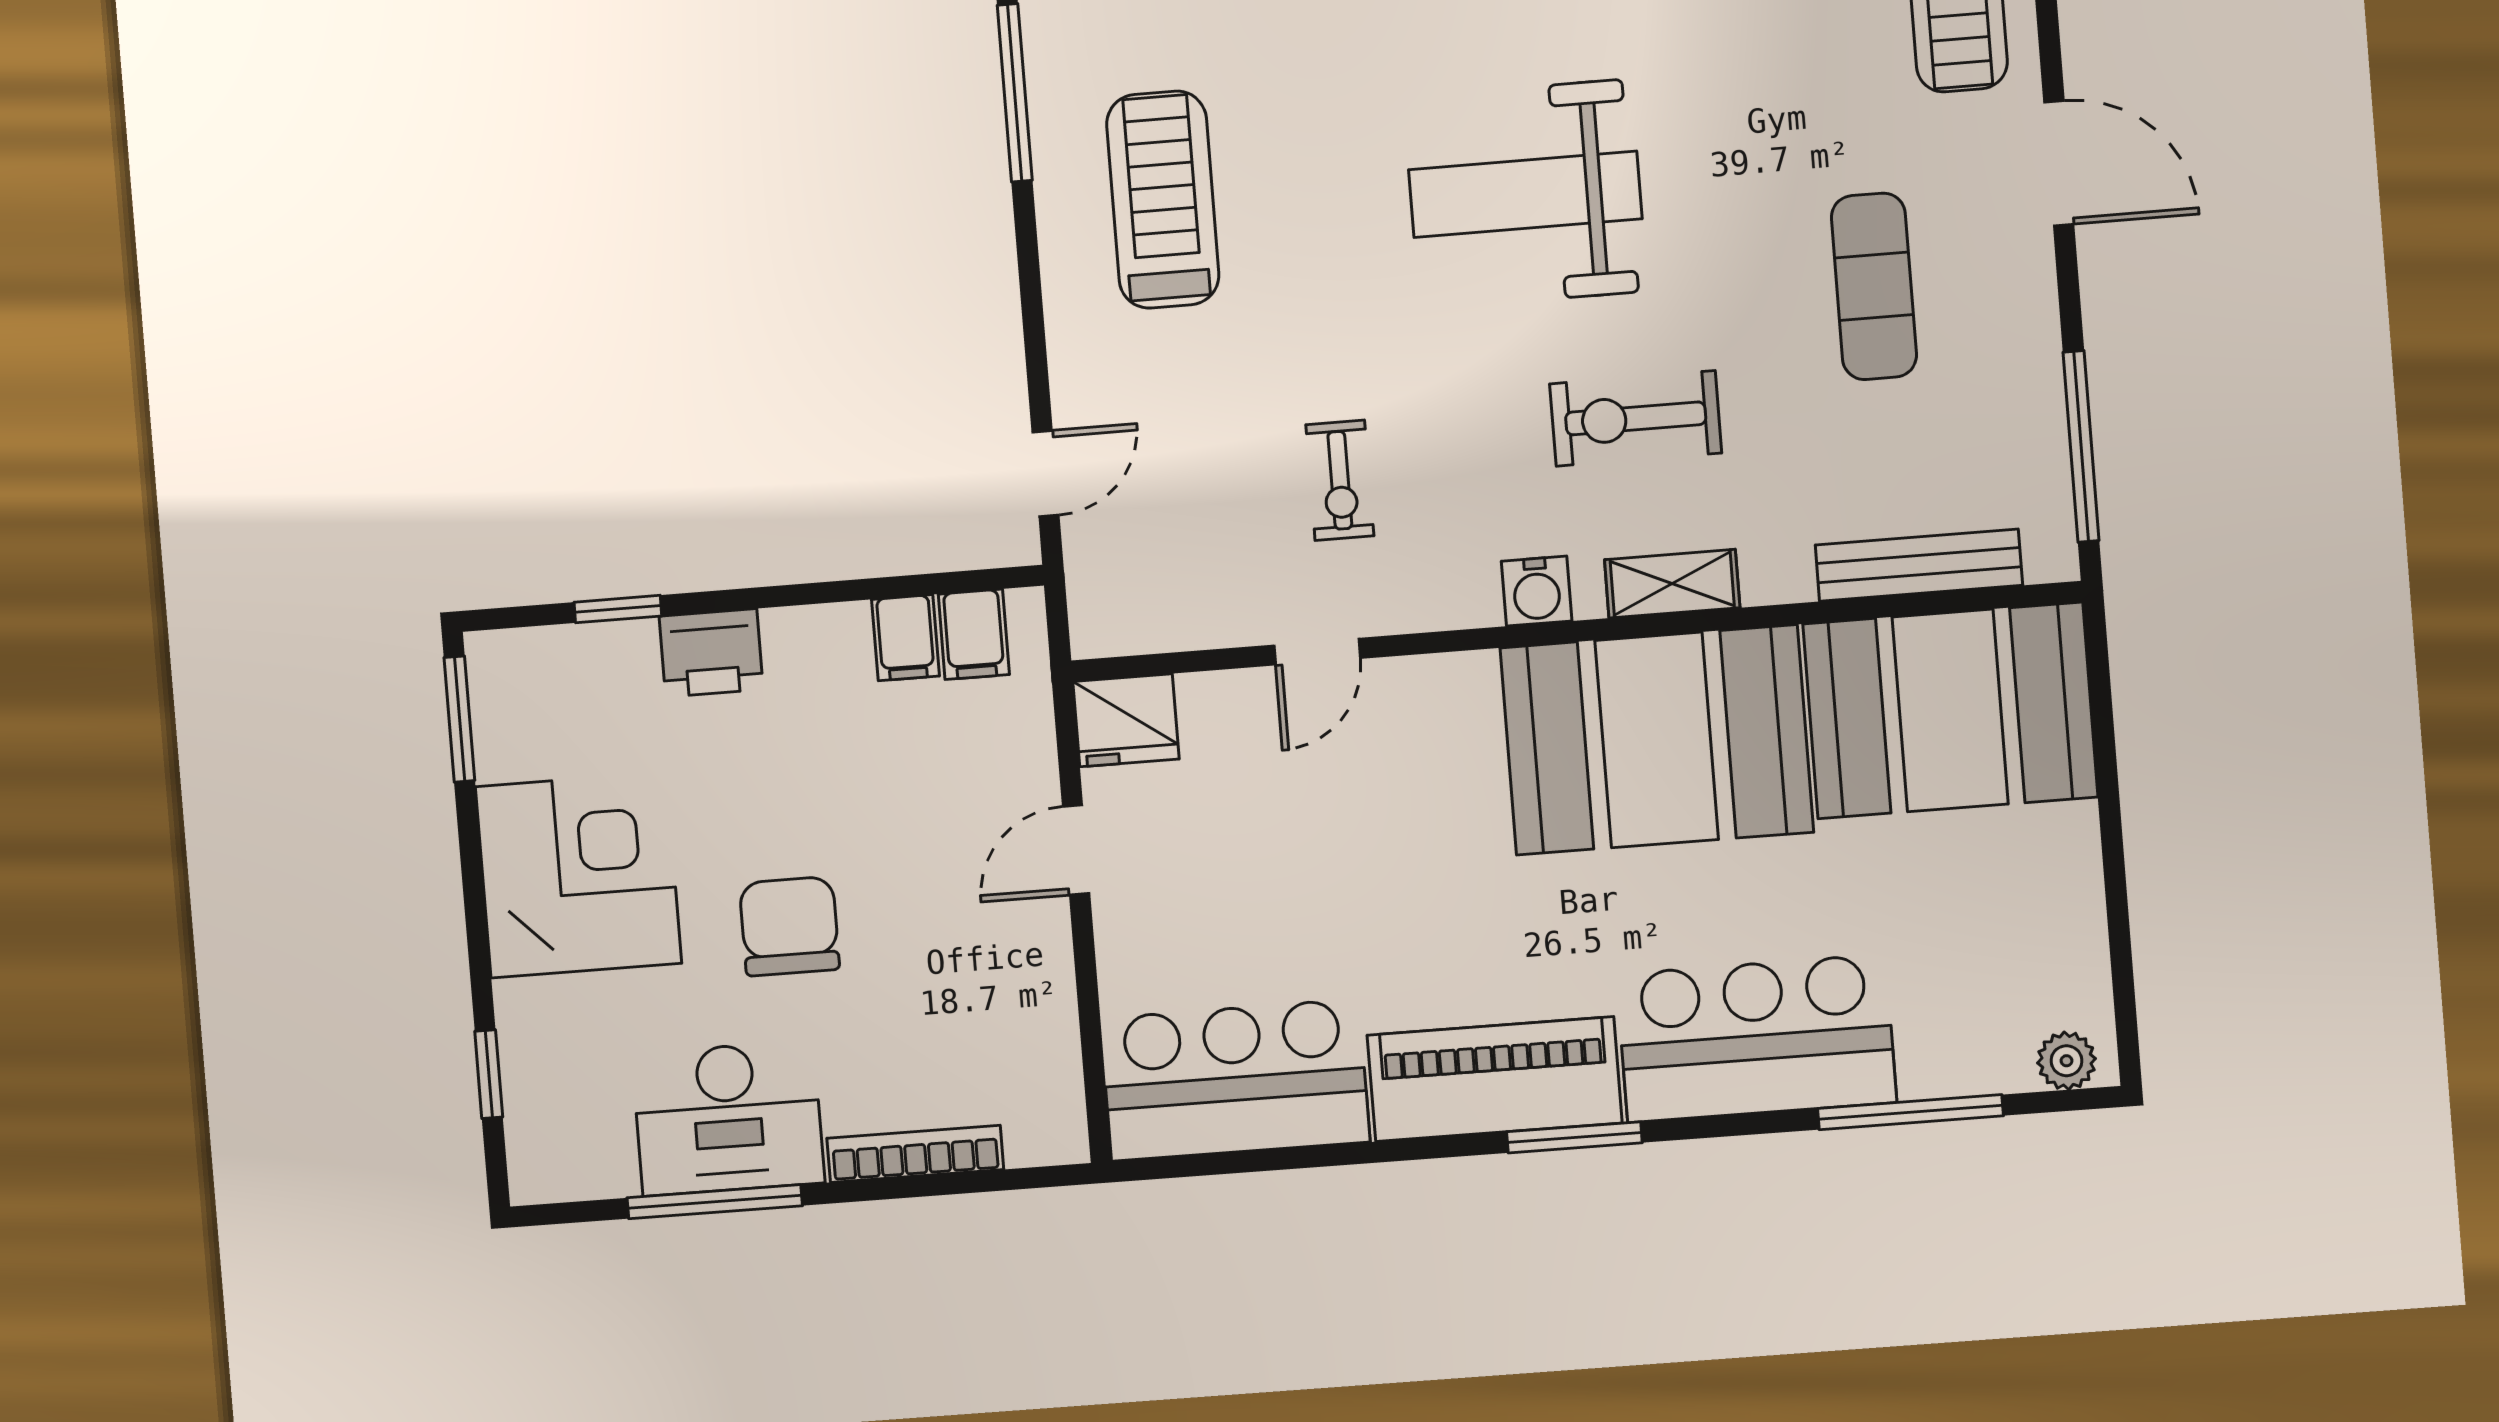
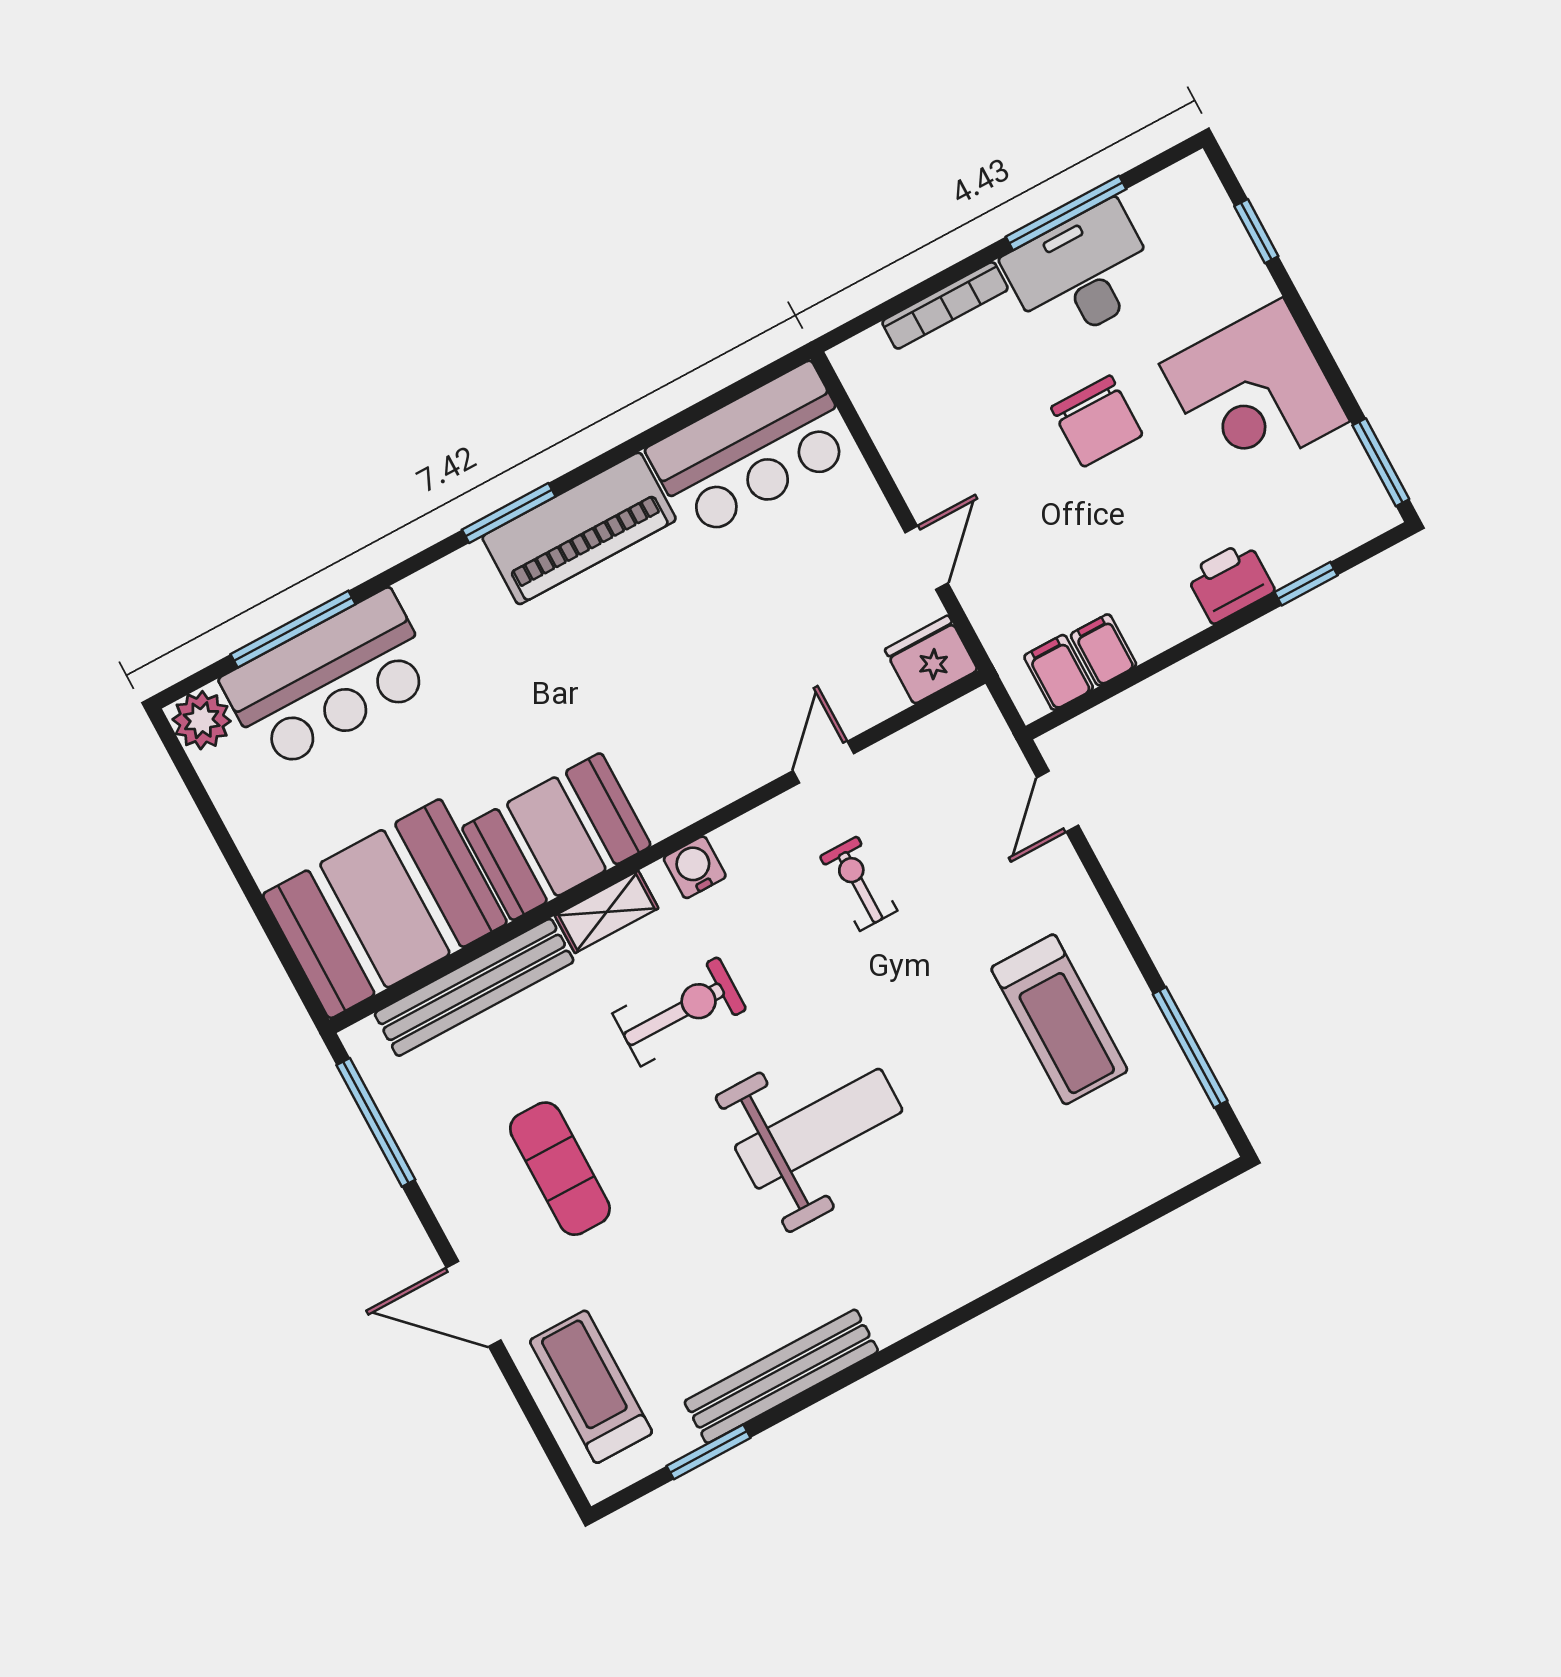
bench: (1919, 565) -> (474, 987), width x1.37, depth x1.21
booth: (1657, 740) -> (556, 837), width x0.73, depth x0.70
bar counter: (1756, 1038) -> (329, 680), moved
plant: (2067, 1061) -> (202, 720), width x1.38, depth x1.38

